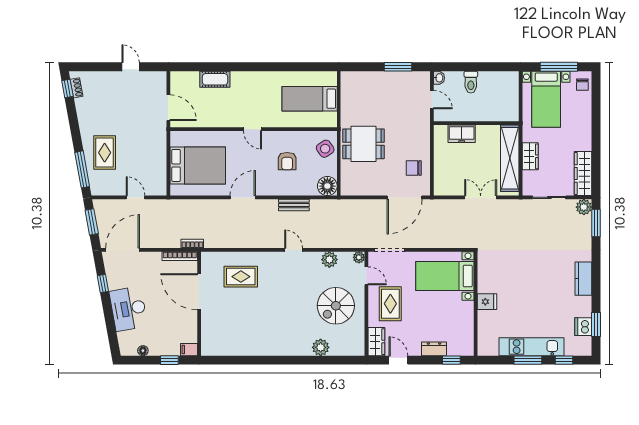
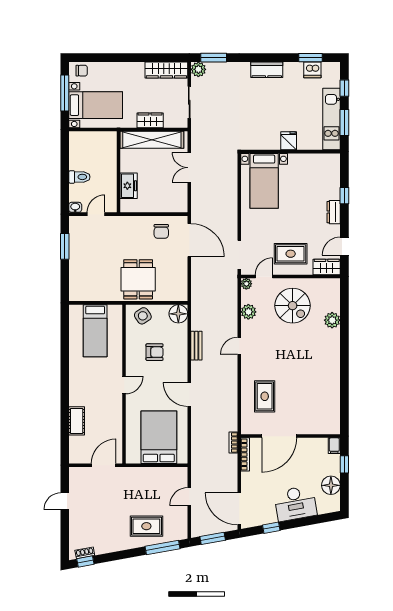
bed with nightstands: (445, 276) -> (264, 181), moved
fridge: (487, 302) -> (289, 141), moved
wall: (476, 304) -> (291, 152), moved
floor lamp: (143, 351) -> (331, 485), width x1.89, depth x1.89

